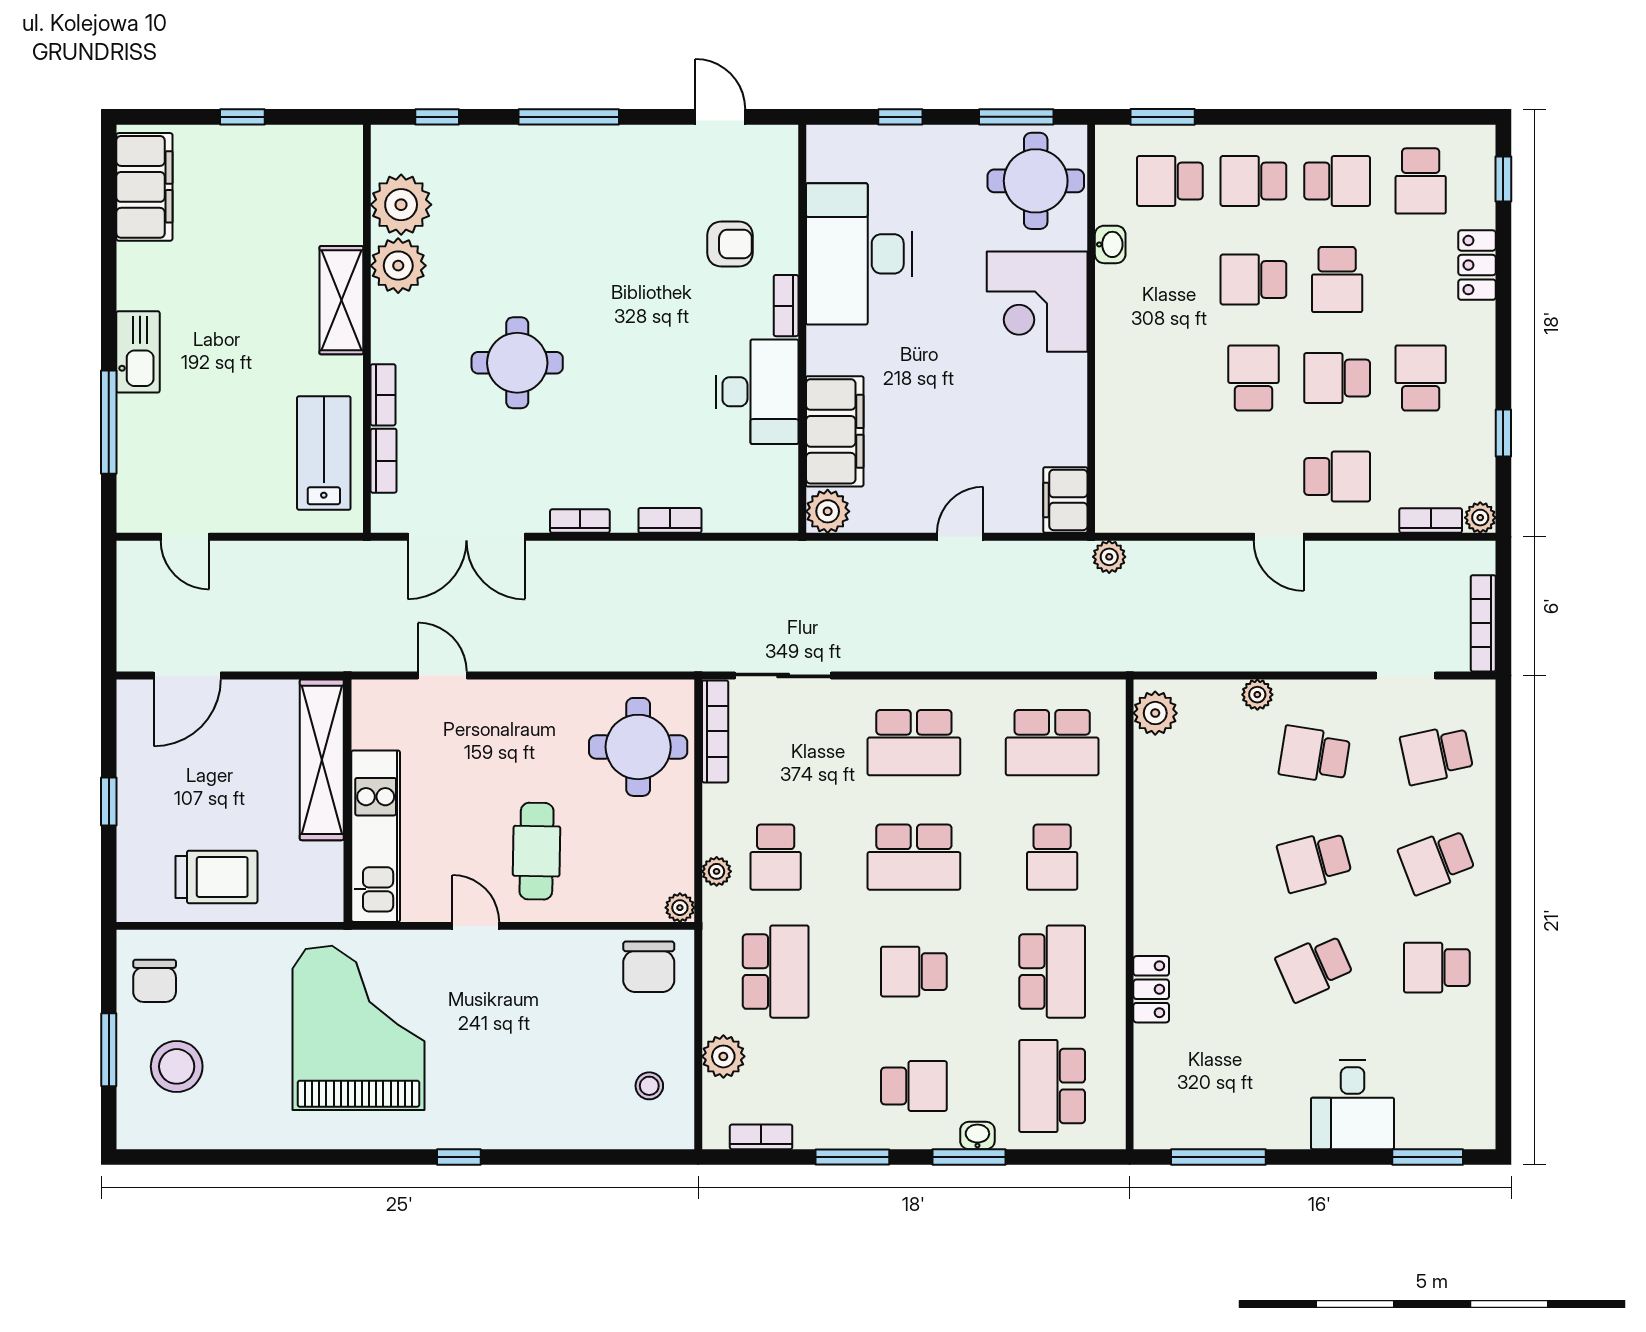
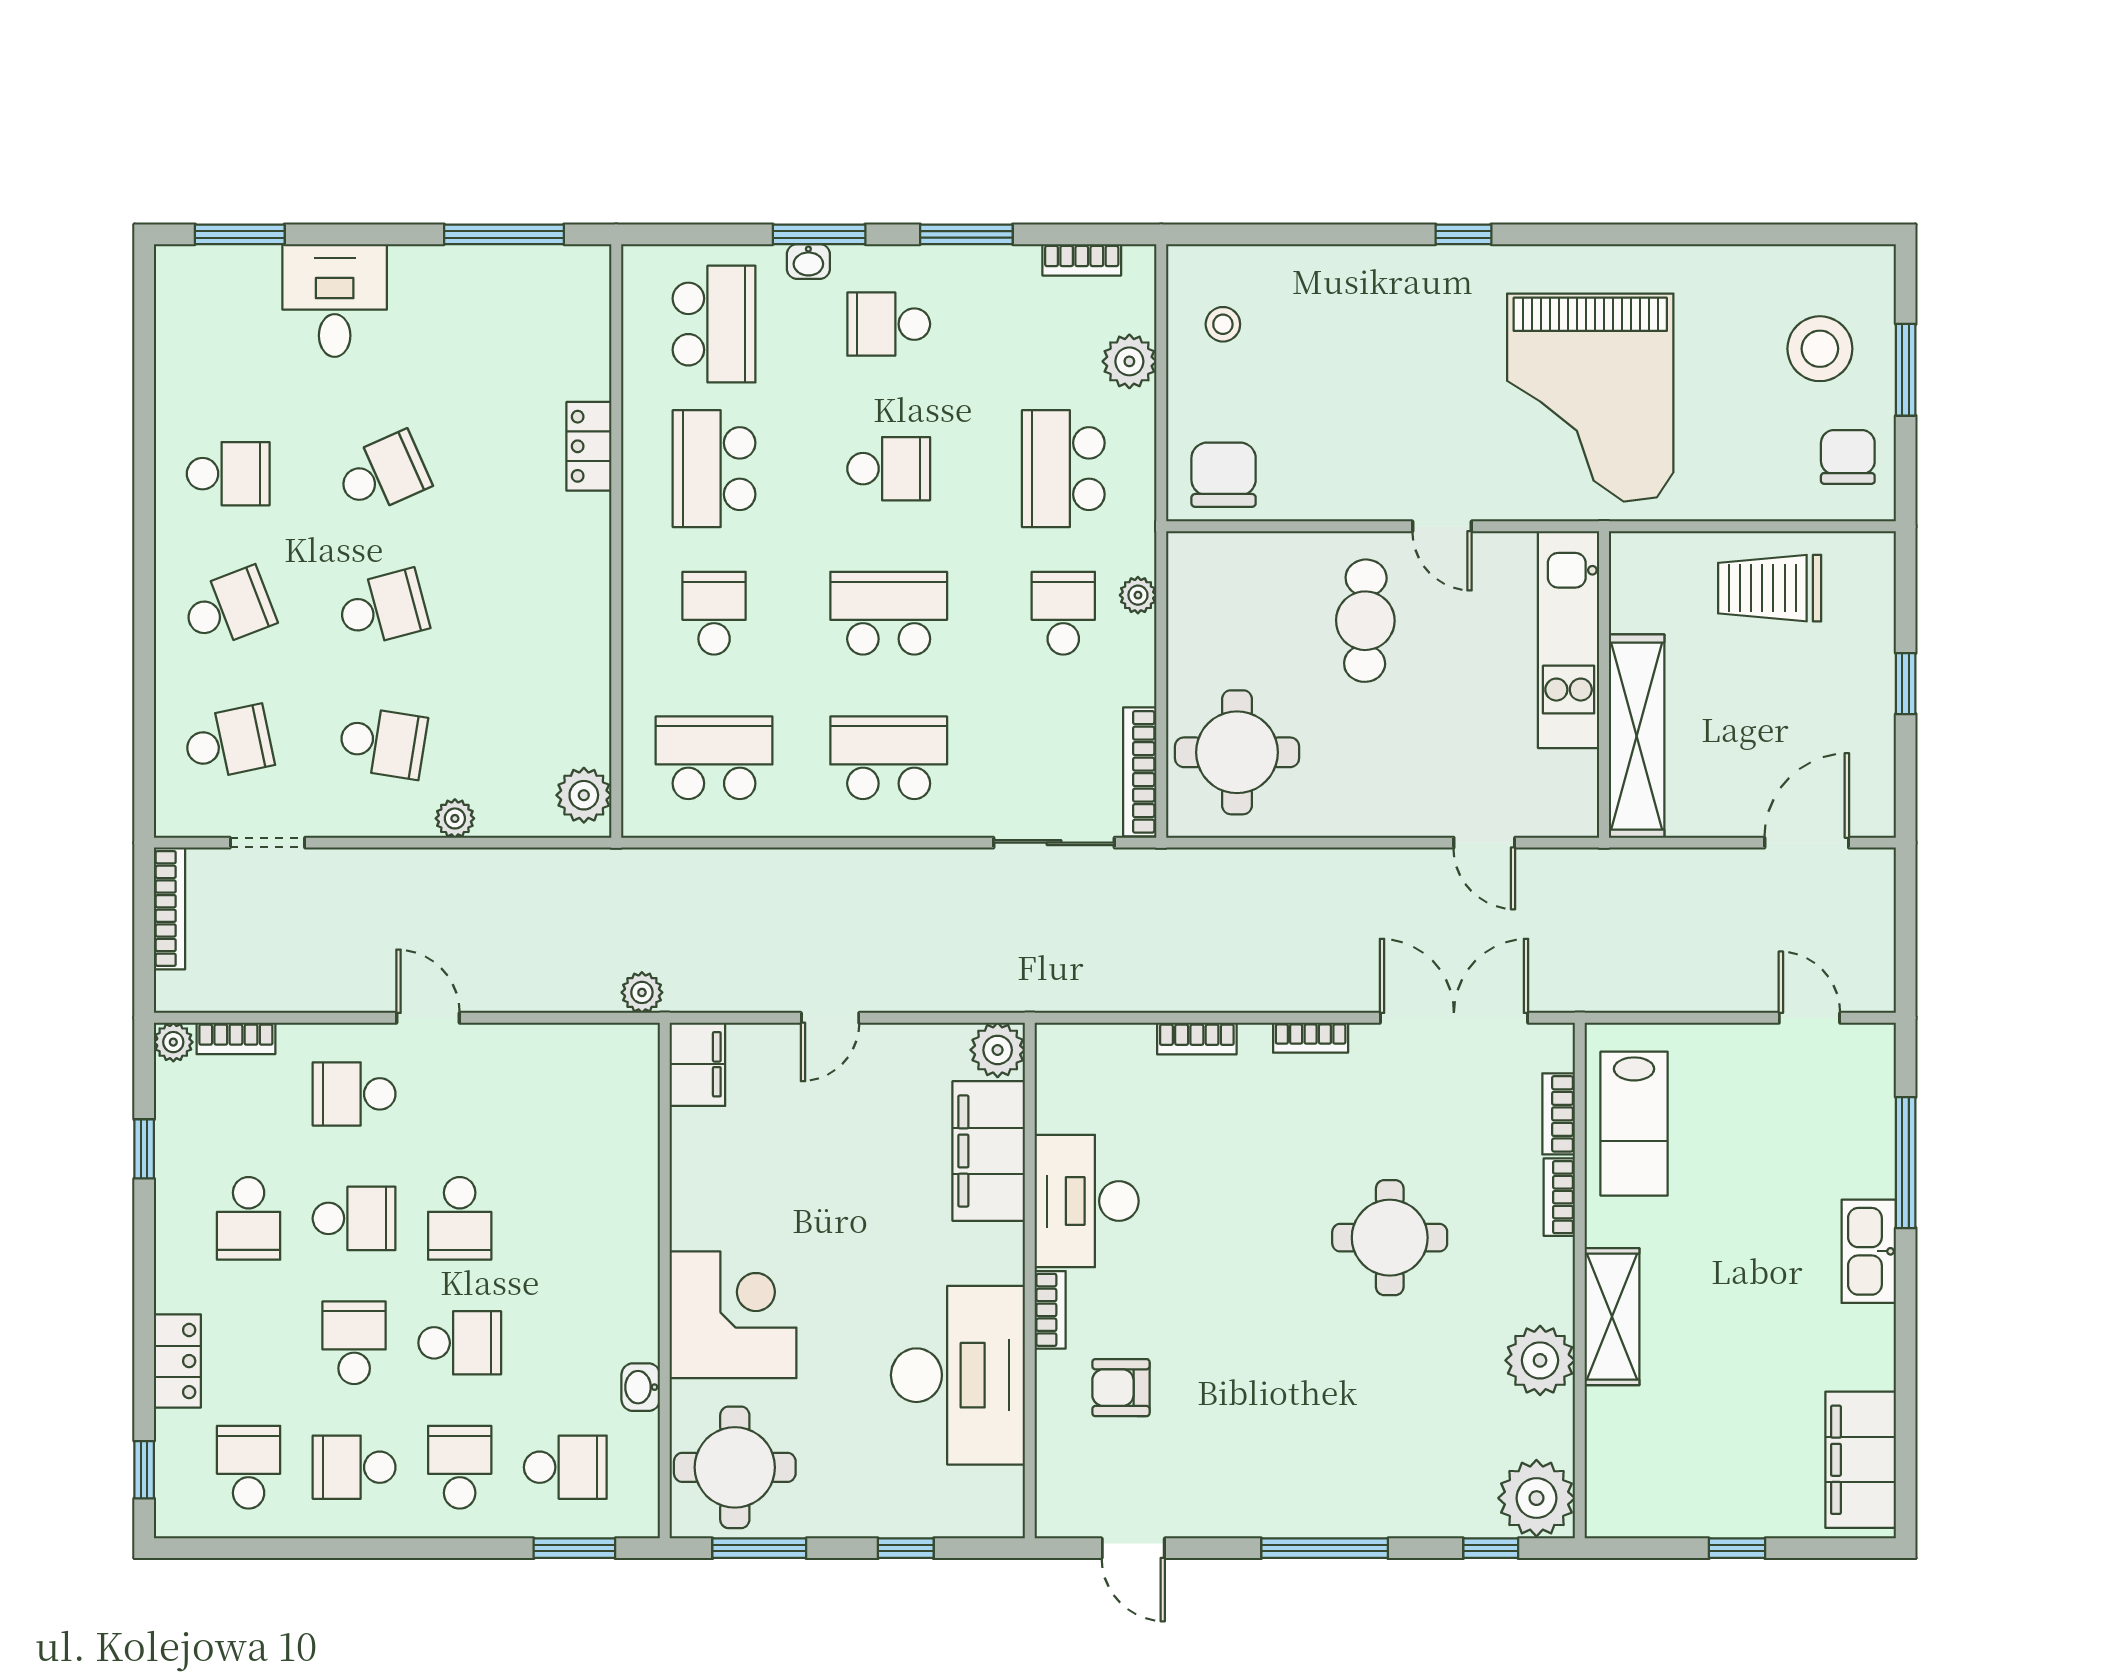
school desk: (1253, 181) -> (460, 1467), turned -90
plant: (401, 205) -> (1536, 1498), moved
plant: (680, 908) -> (1184, 549), removed

